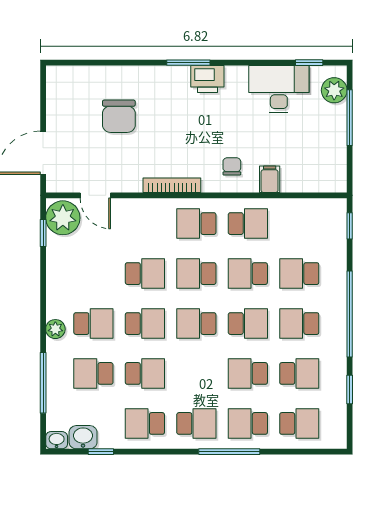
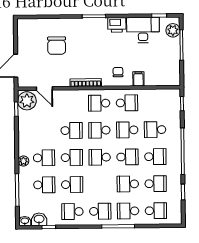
printer: (207, 79) -> (117, 25), moved
school desk: (299, 324) -> (155, 157), turned 180
school desk: (93, 373) -> (44, 185), turned 180

